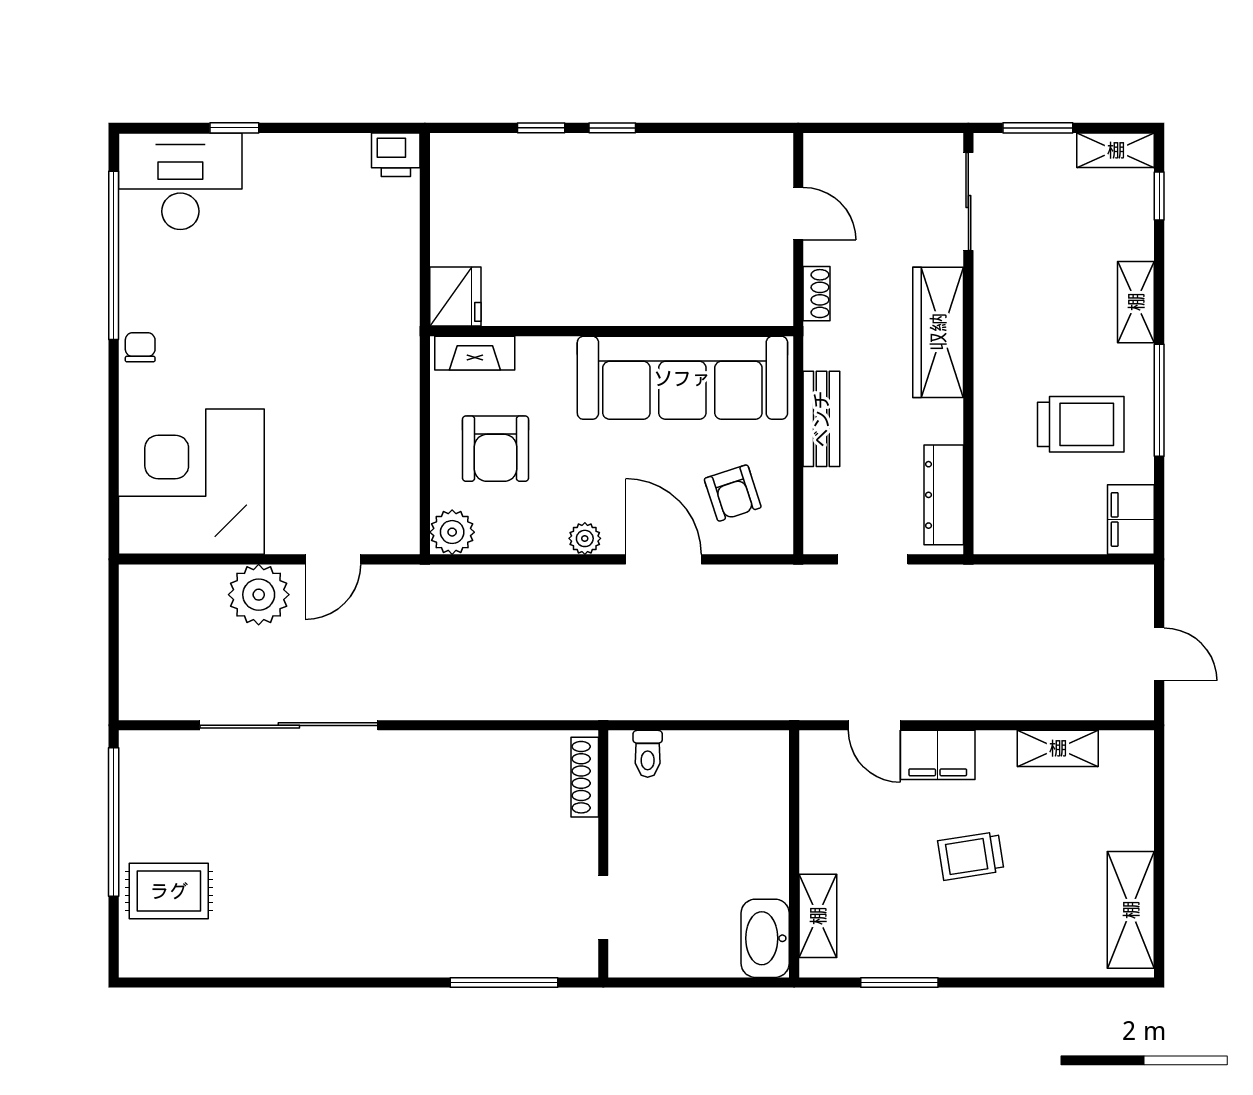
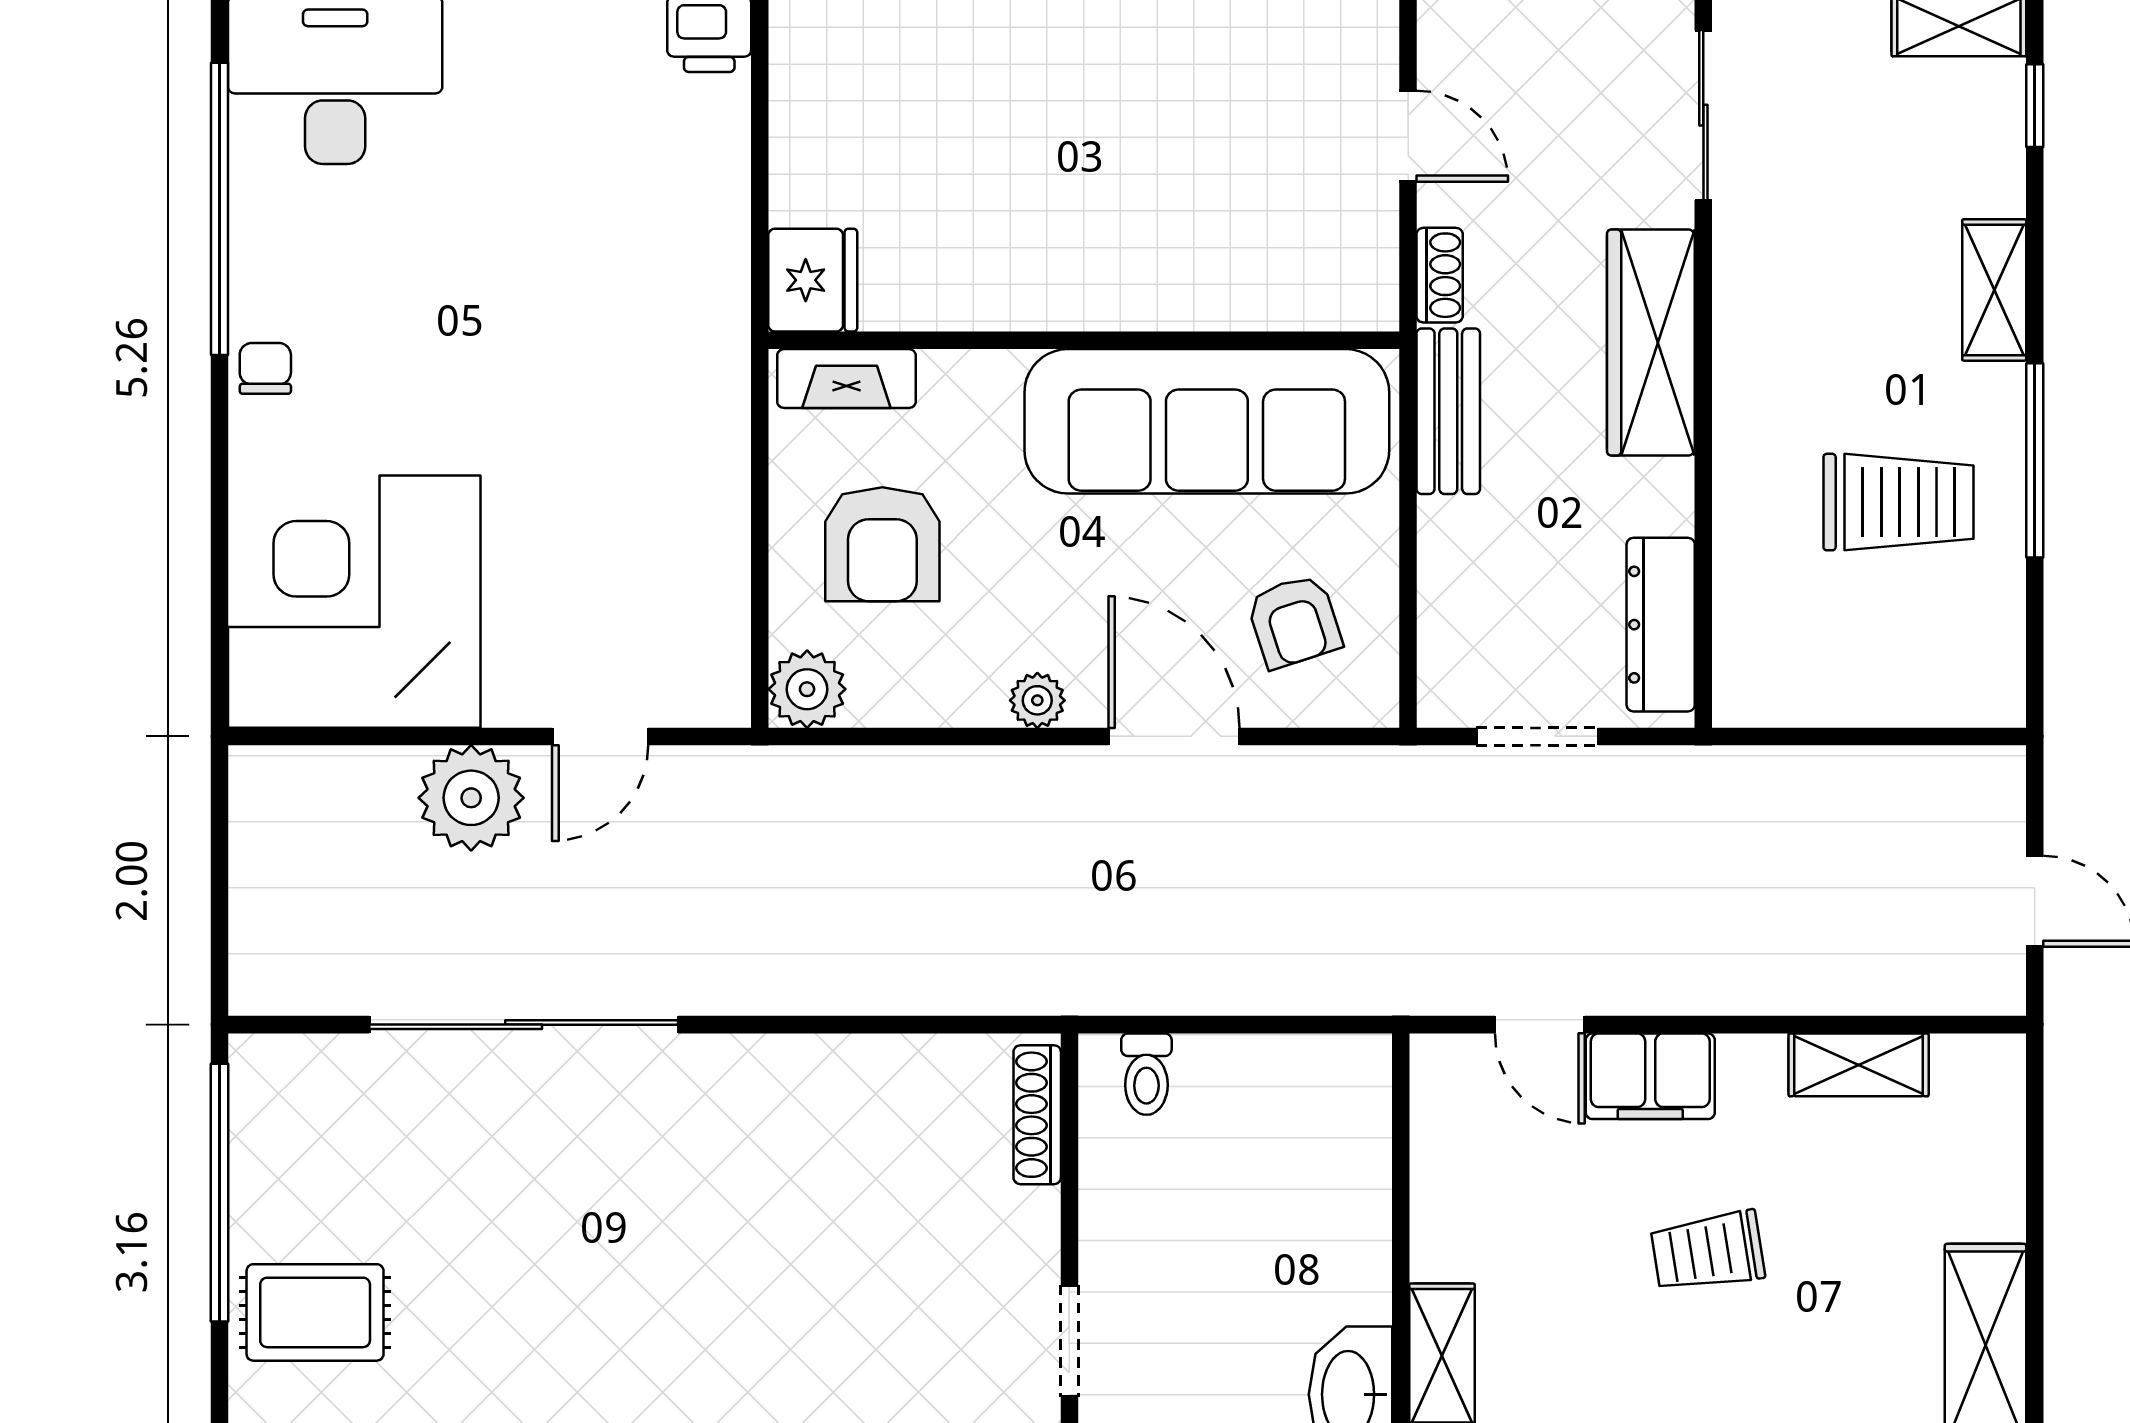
bench: (821, 419) -> (1448, 411), moved
filing cabinet: (1131, 519) -> (1986, 667), removed

